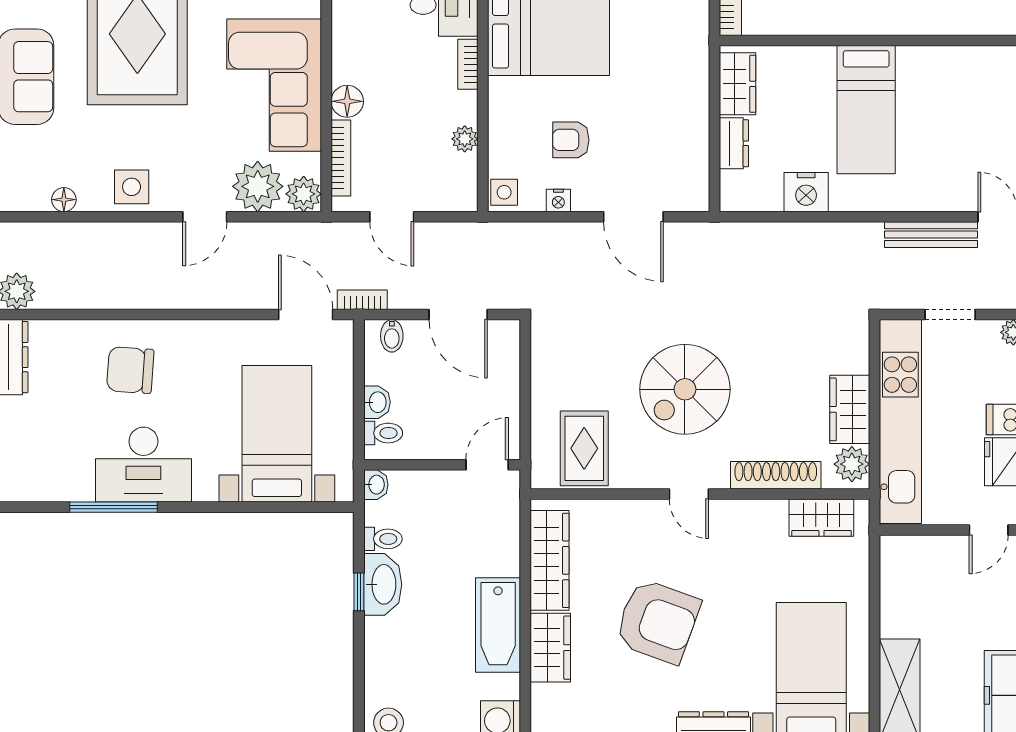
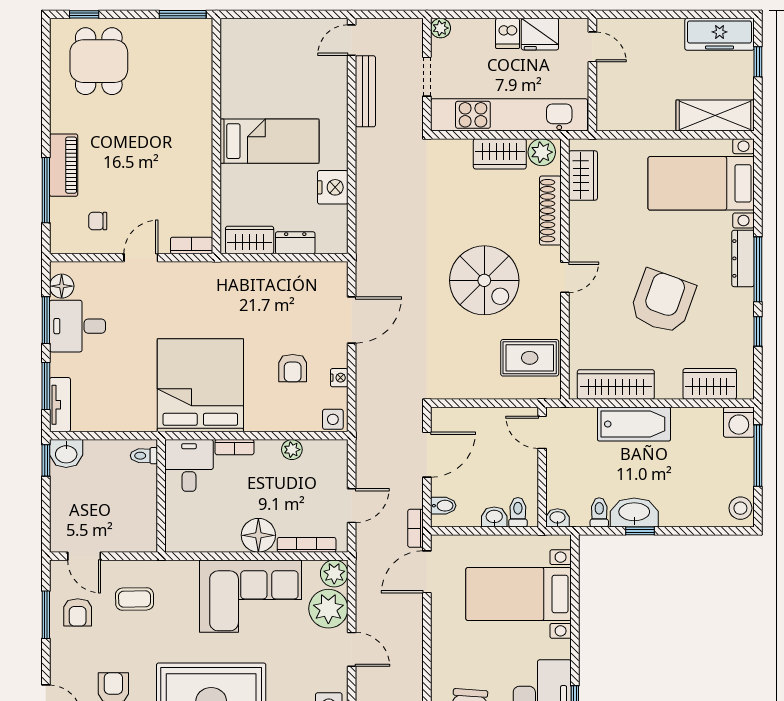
floor lamp: (347, 101) -> (258, 535), width x1.38, depth x1.38
bathtub: (498, 625) -> (634, 424), moved
wardrobe: (550, 648) -> (710, 384), moved

